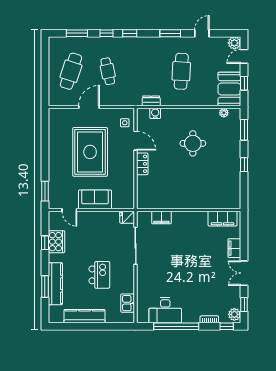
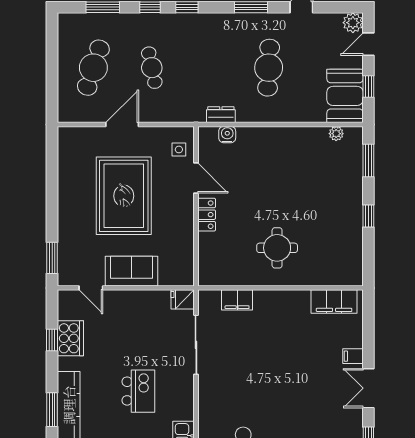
round table: (193, 143) -> (277, 248), moved
filing cabinet: (234, 248) -> (353, 356), width x0.50

